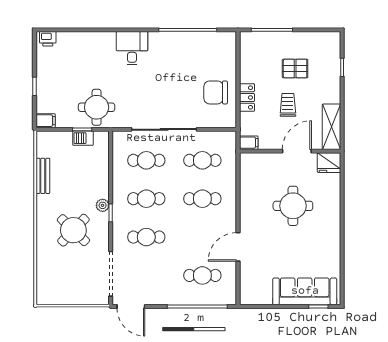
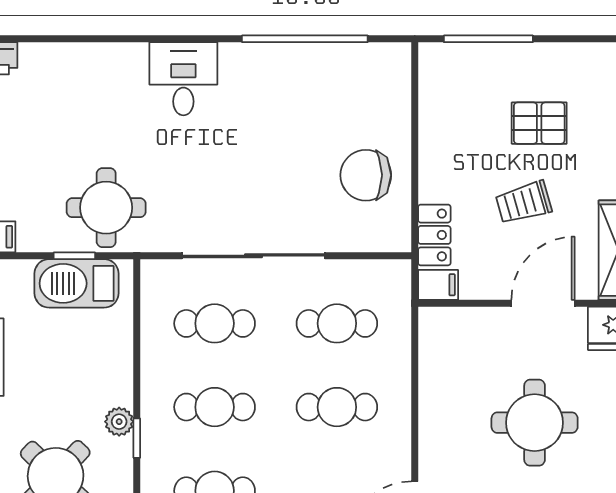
locker: (247, 97) -> (434, 235), moved
trolley: (288, 105) -> (524, 202), turned -106
barbecue: (83, 138) -> (77, 283), width x1.88, depth x1.53

